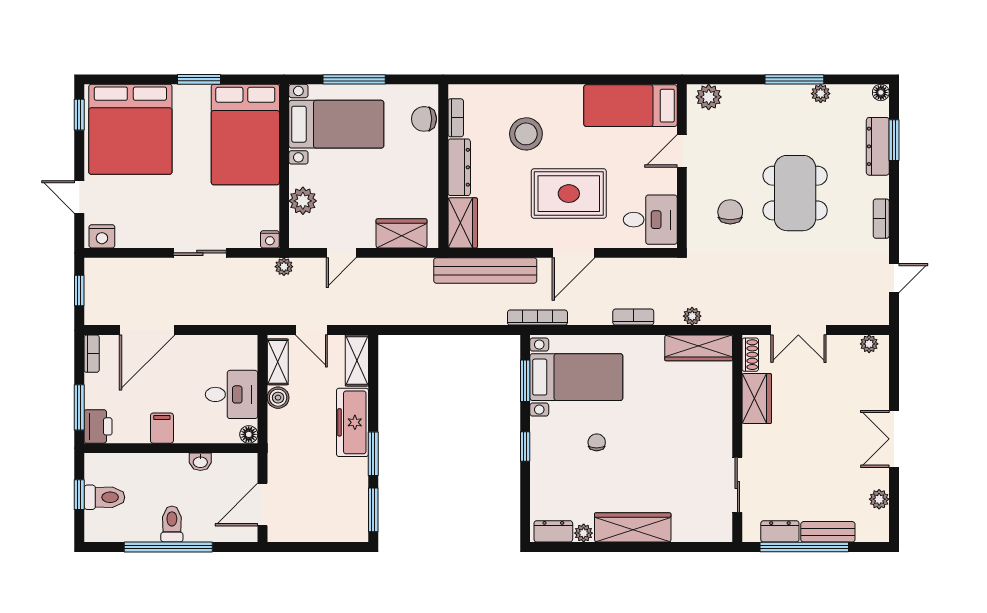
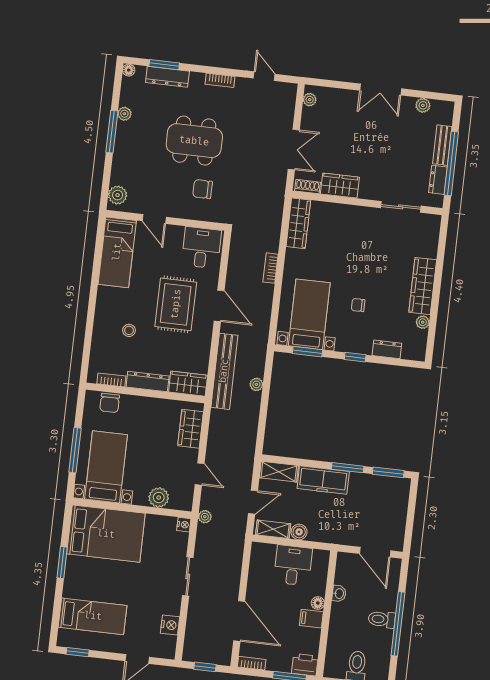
bed: (130, 129) -> (93, 616), width x0.49
stool: (526, 134) -> (129, 330), width x0.53, depth x0.53
nightstand: (102, 236) -> (170, 625), moved
plant: (692, 316) -> (256, 384), moved
bookcase: (537, 318) -> (263, 337), removed
floor lamp: (249, 434) -> (318, 603), moved
dresser: (553, 531) -> (387, 349), moved, turned 90

